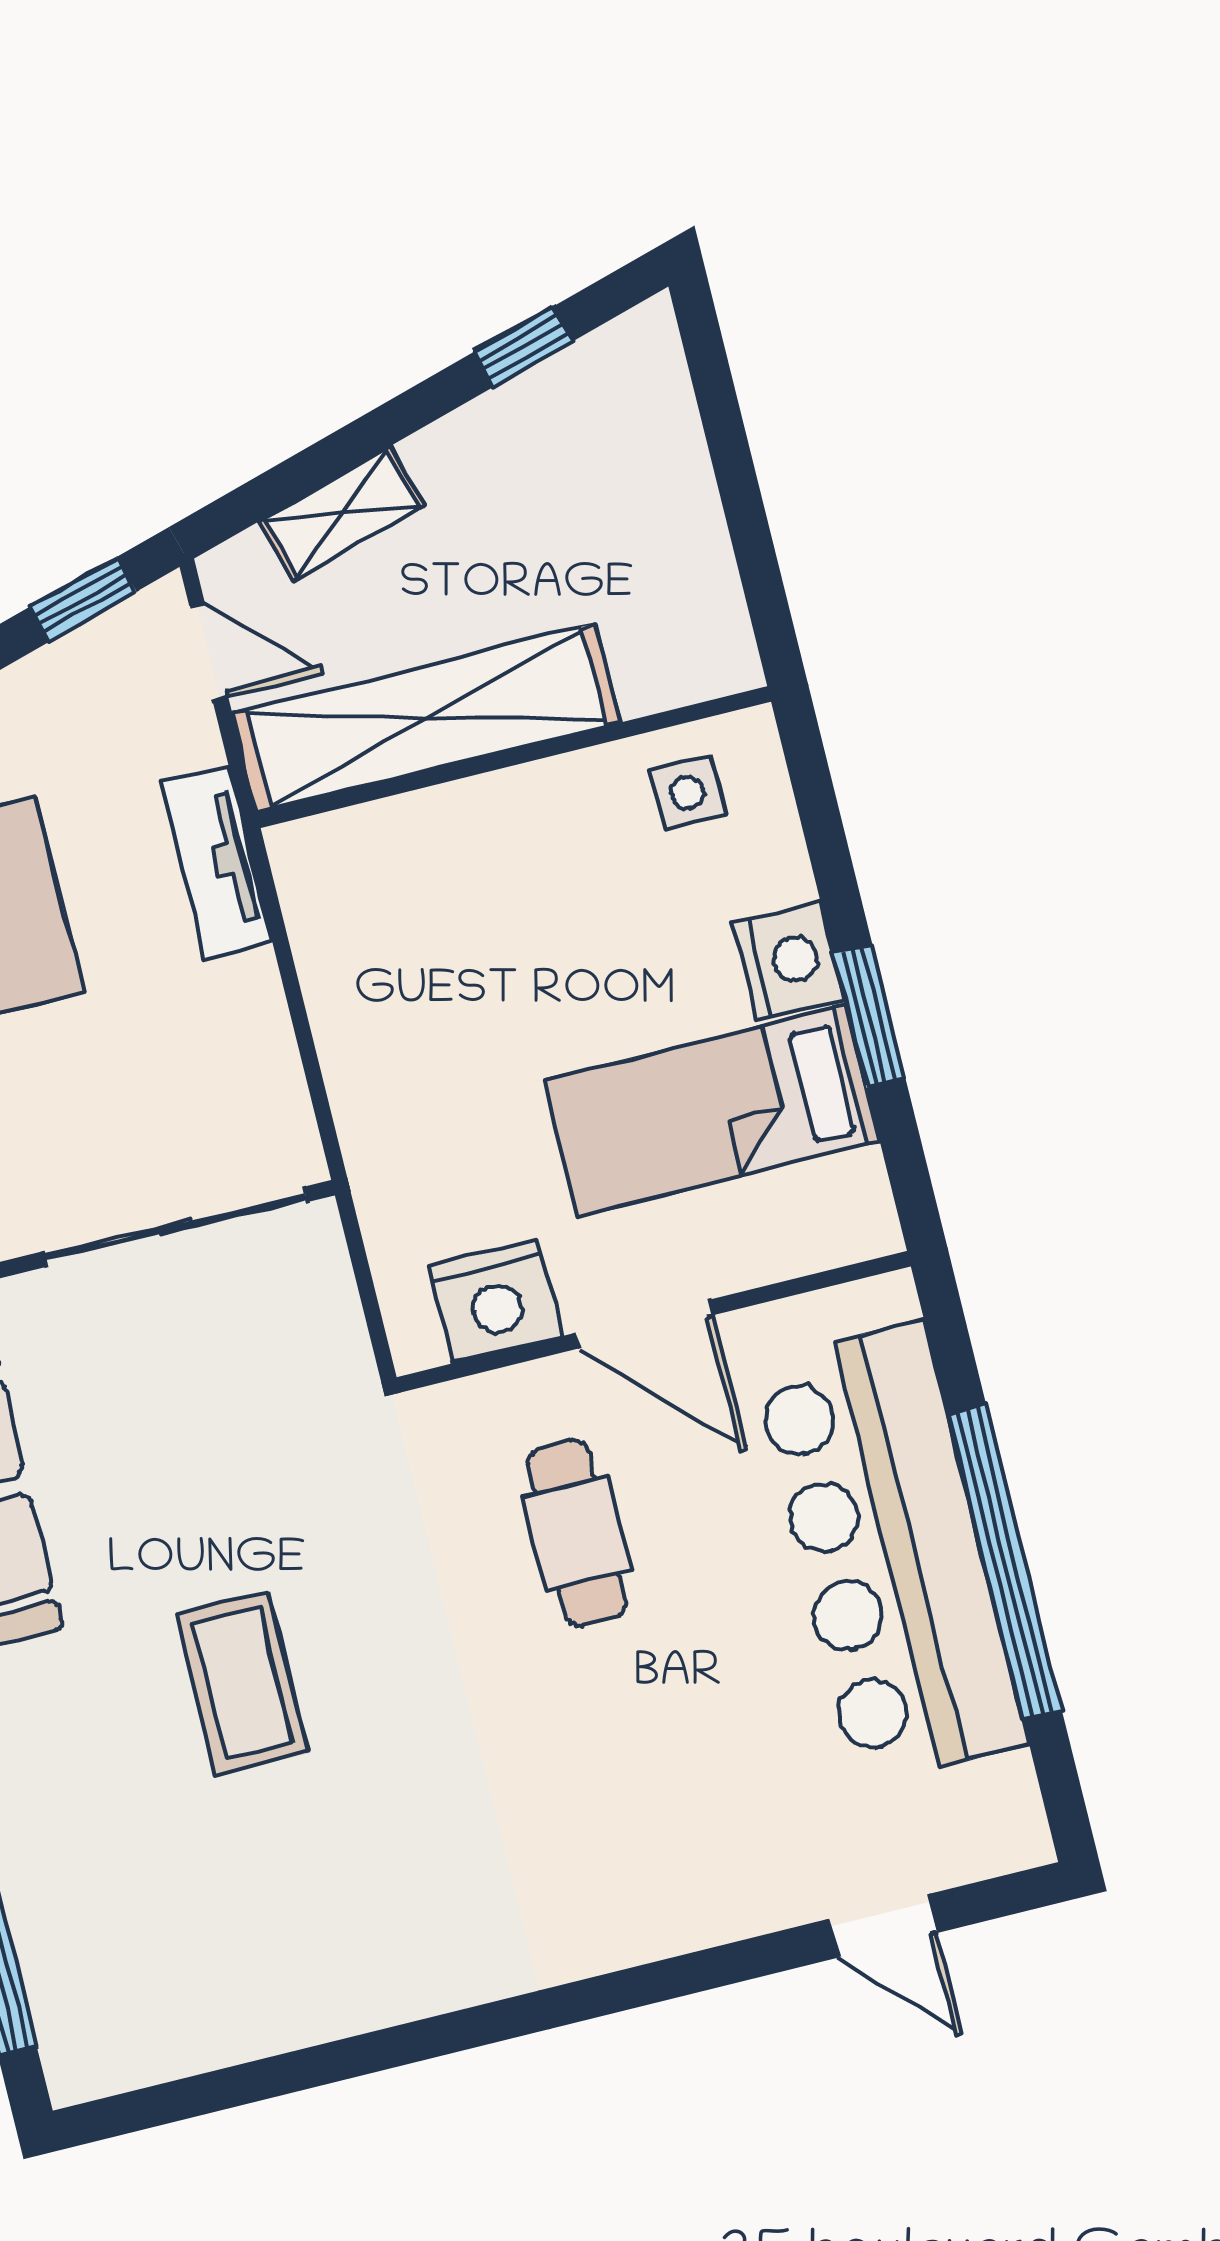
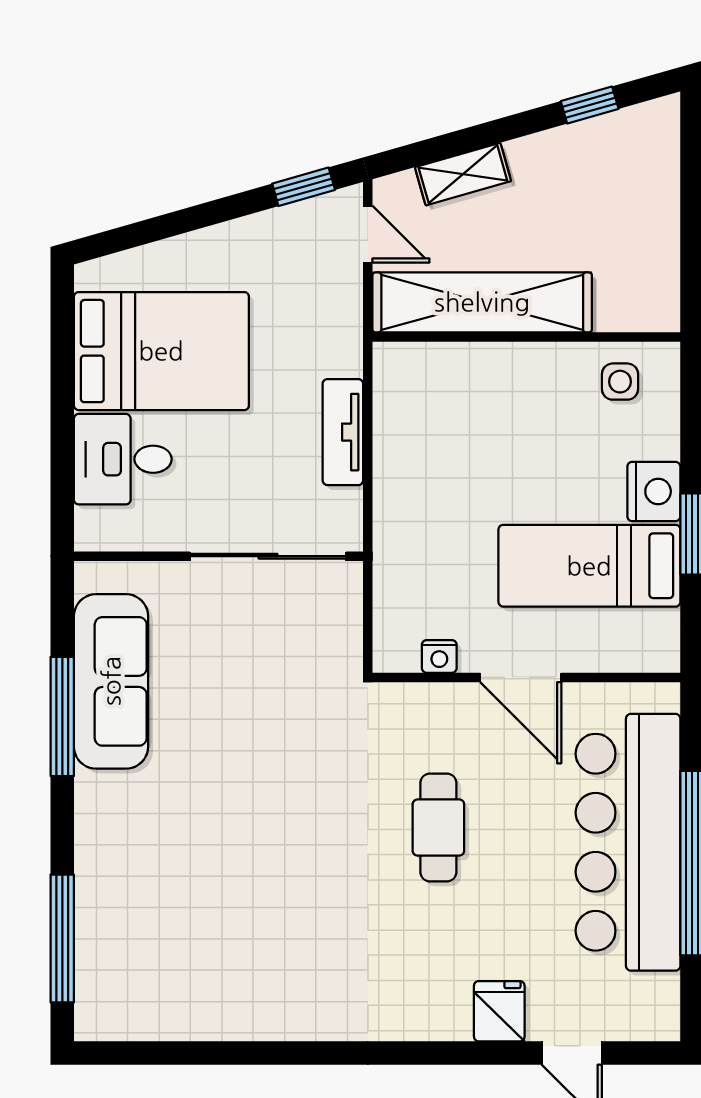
tv unit: (217, 862) -> (343, 432), moved
nightstand: (495, 1301) -> (439, 656), width x0.53, depth x0.56
cafe table: (577, 1533) -> (438, 828), moved
coffee table: (242, 1684) -> (242, 825), removed
fridge: (746, 1886) -> (499, 1011), added

